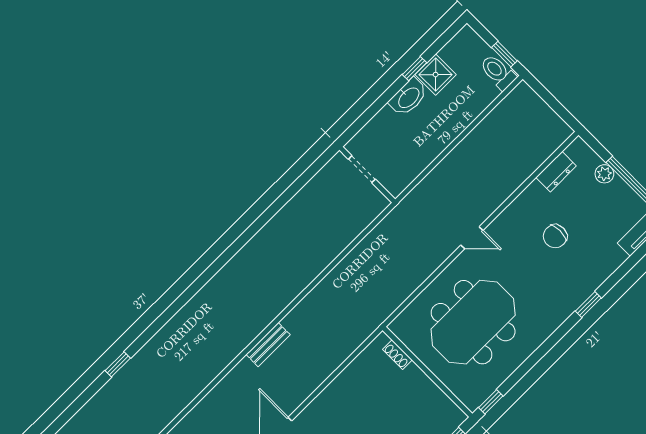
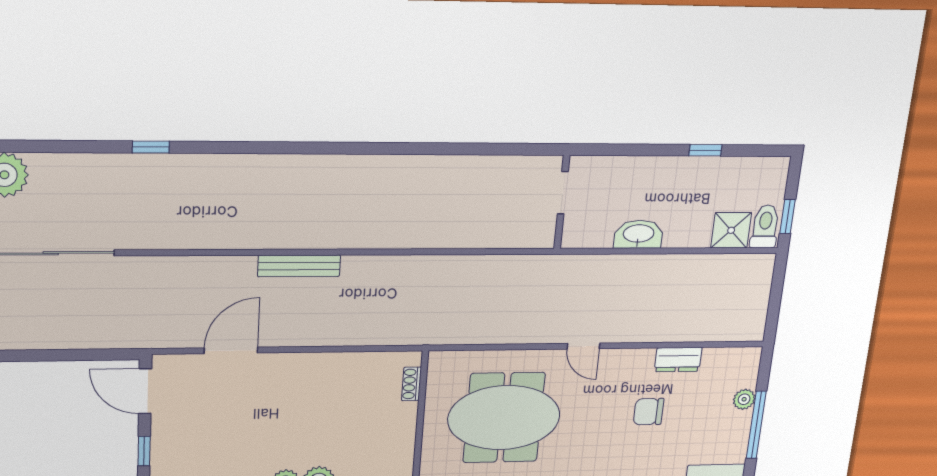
shower: (436, 75) -> (731, 230), moved
washbasin: (408, 97) -> (638, 234), moved, turned 180
dresser: (556, 172) -> (678, 360), moved
bench: (268, 345) -> (299, 266), width x1.36

